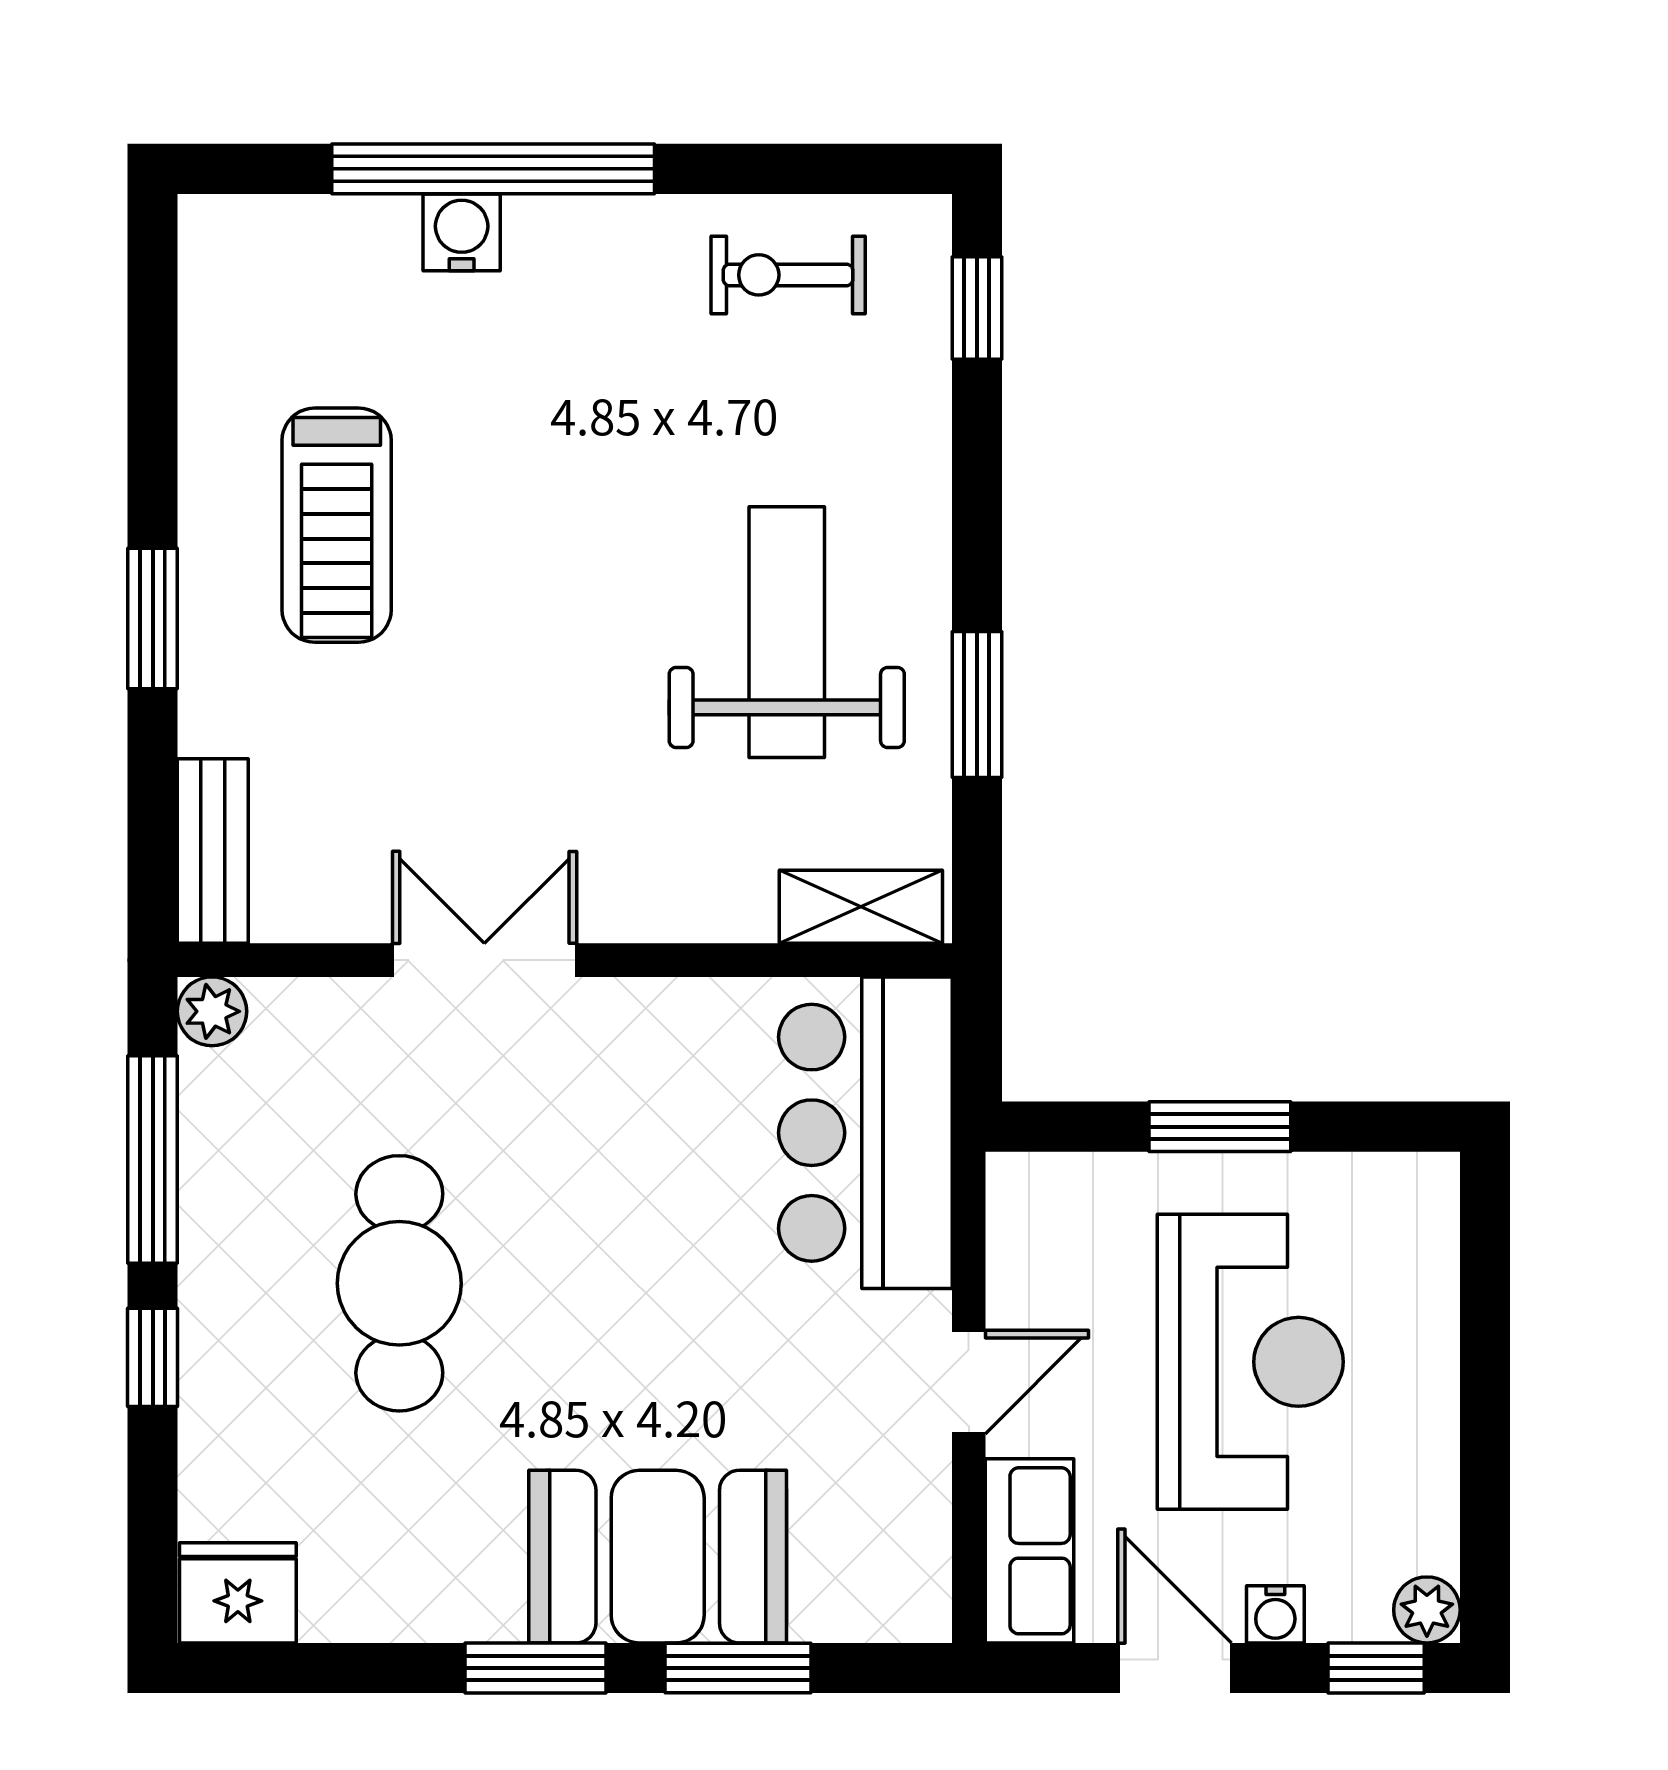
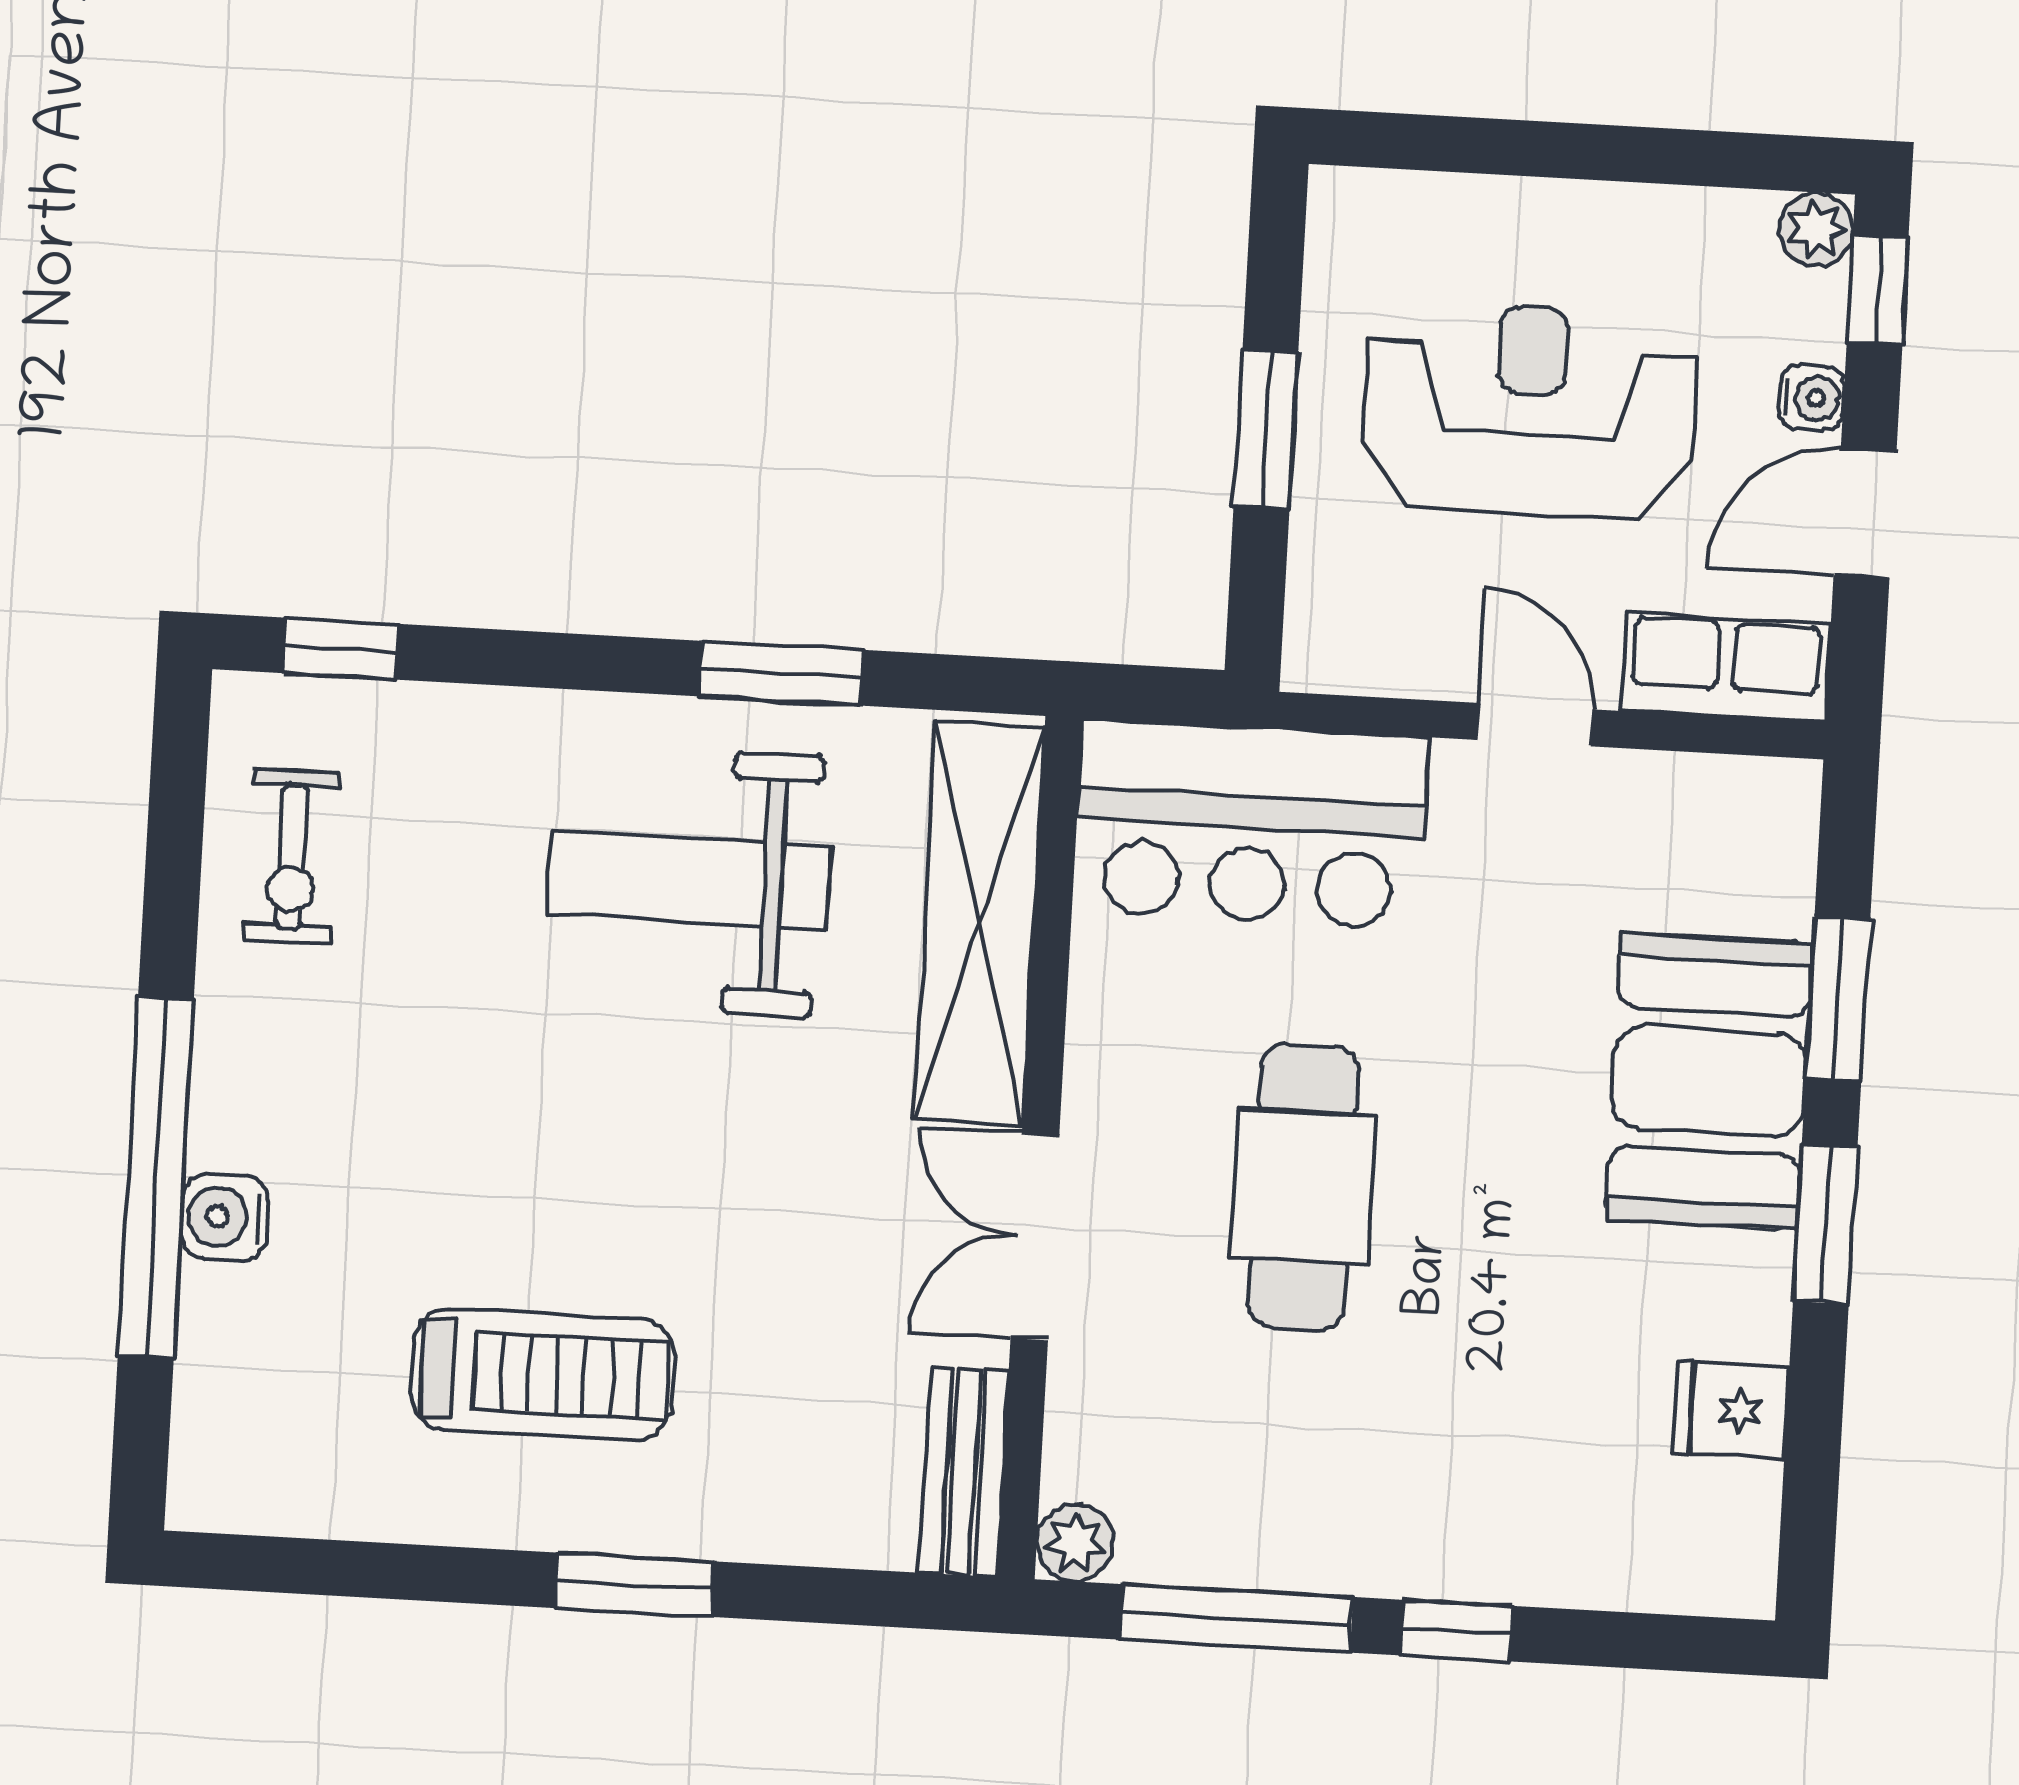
bench: (213, 851) -> (964, 1472), moved, turned 90
shelving: (861, 907) -> (979, 923), width x2.20, depth x1.33
cafe table: (399, 1283) -> (1303, 1187), moved, turned 90
fridge: (238, 1593) -> (1731, 1410), moved, width x0.72

